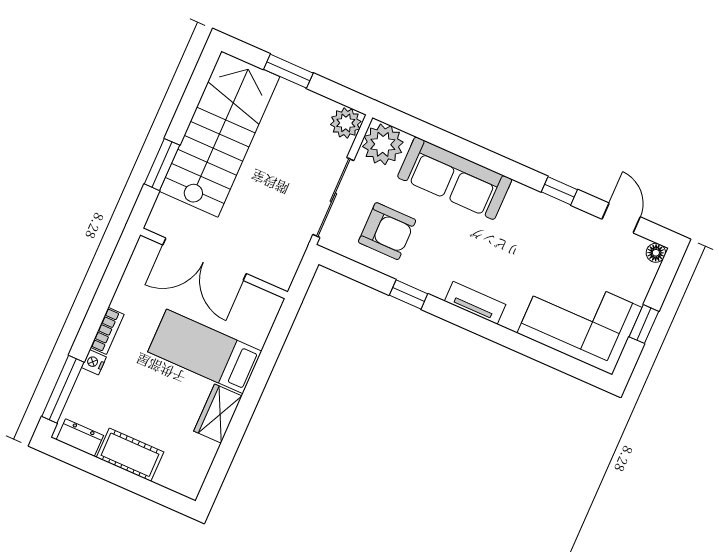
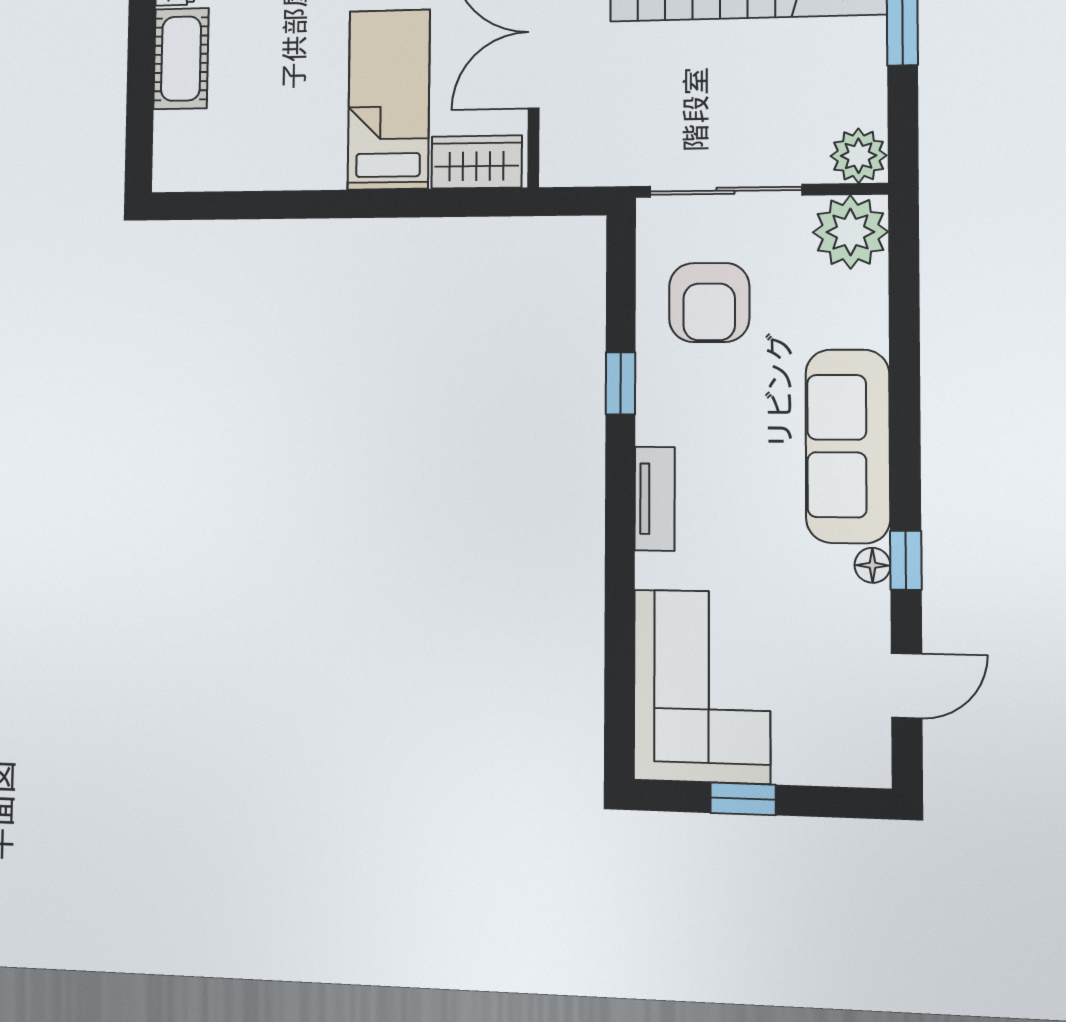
sofa: (455, 178) -> (848, 446), moved
floor lamp: (656, 253) -> (873, 565), moved
wardrobe: (218, 414) -> (477, 162), moved

